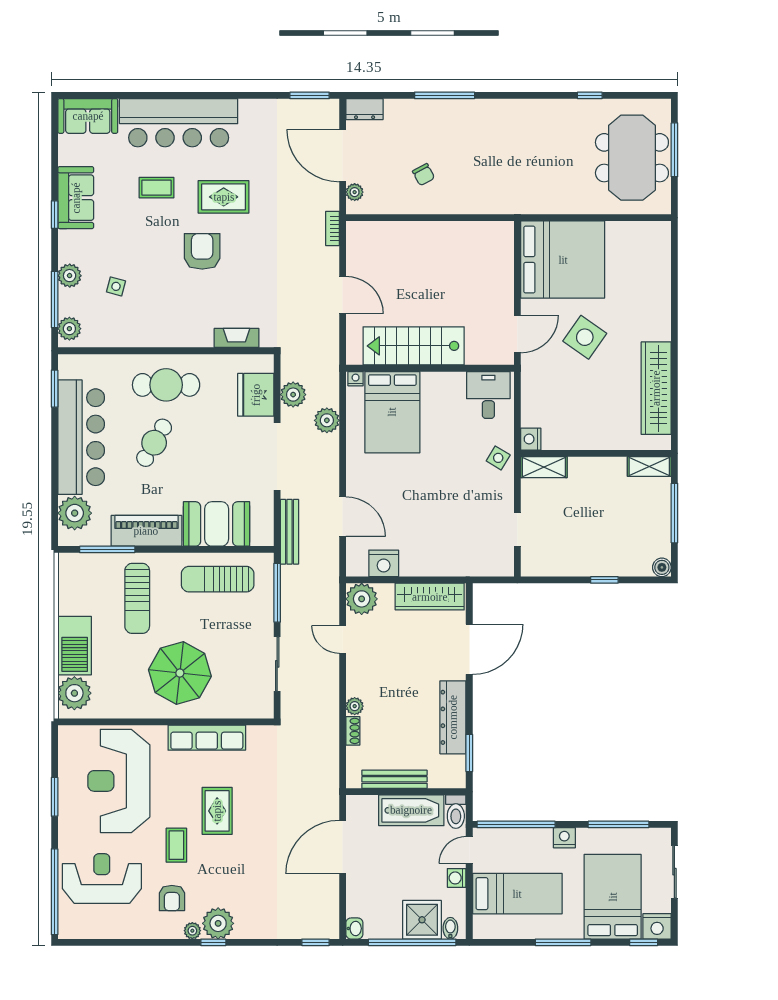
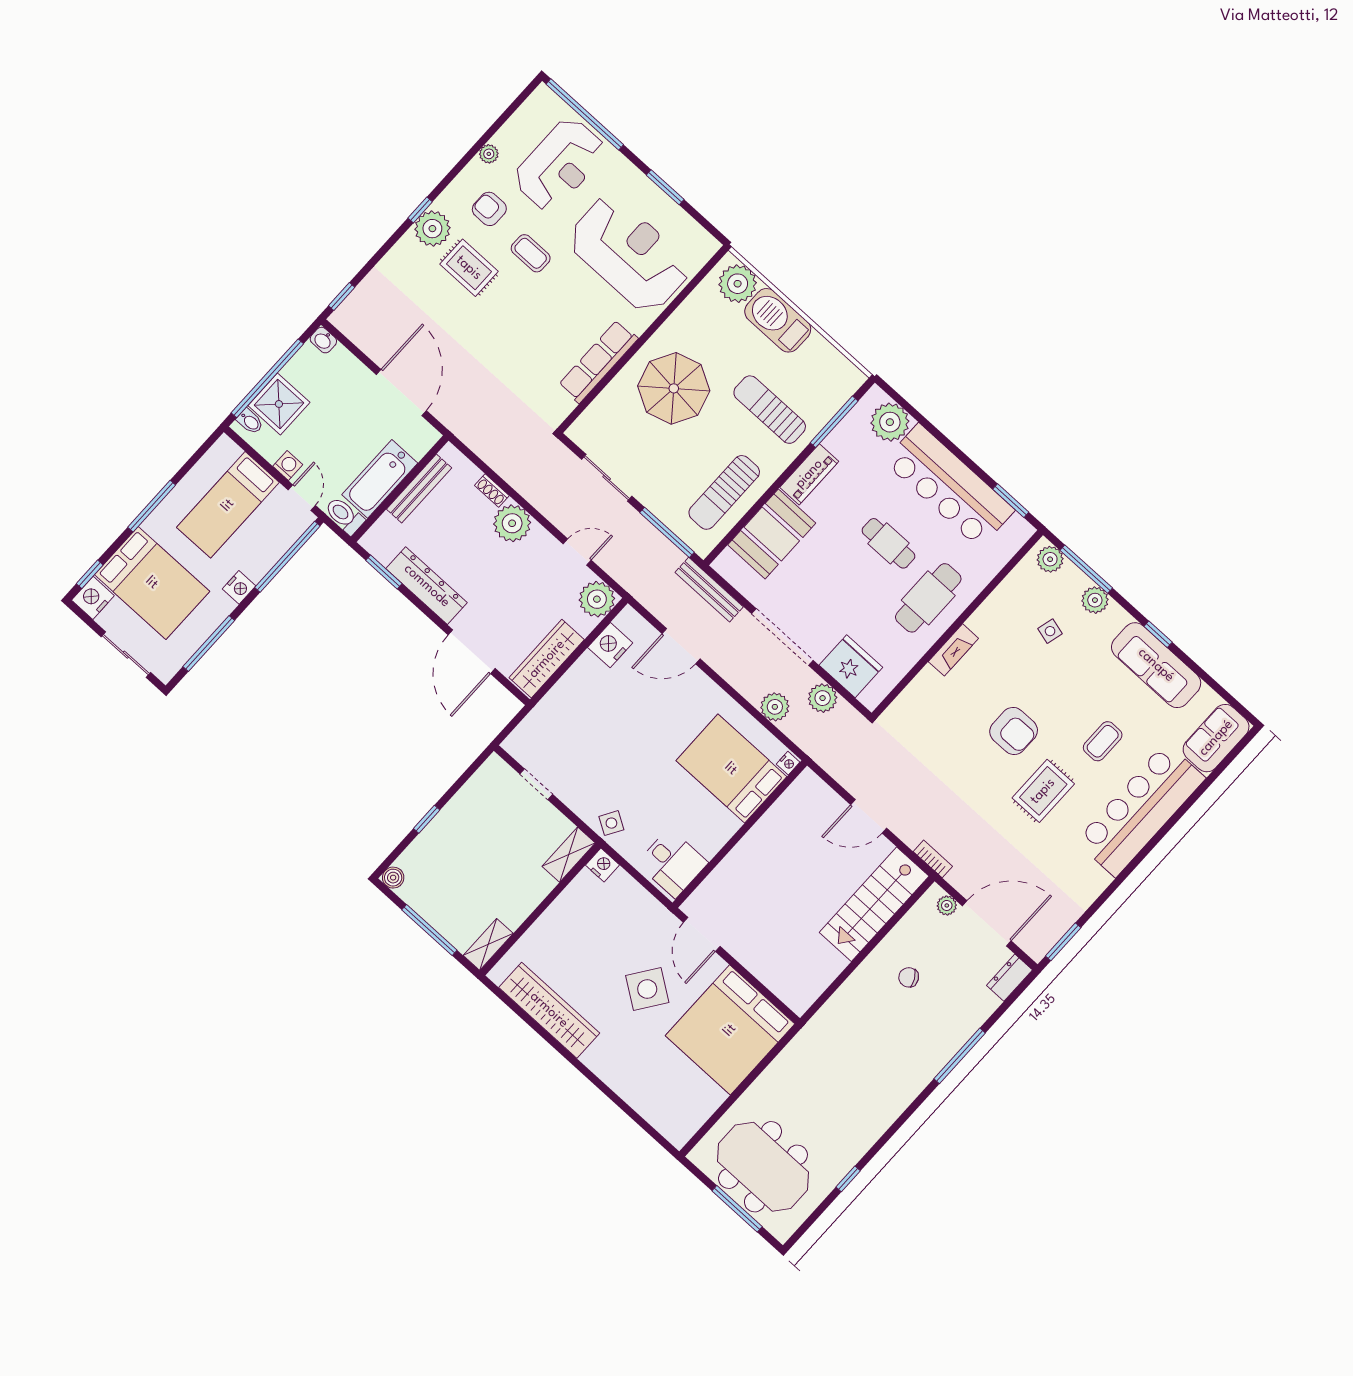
sofa: (76, 198) -> (1156, 665), width x1.36
fireplace: (237, 338) -> (953, 650), moved
stairs: (414, 346) -> (874, 904), moved, turned 180
cafe table: (154, 443) -> (888, 543), turned -30
piano: (146, 531) -> (809, 474), width x0.73, depth x0.75
sun lounger: (218, 579) -> (724, 492), turned 180
plant: (355, 706) -> (512, 523), width x1.88, depth x1.88
rug: (217, 811) -> (469, 268), moved
plant: (192, 931) -> (489, 154), moved

